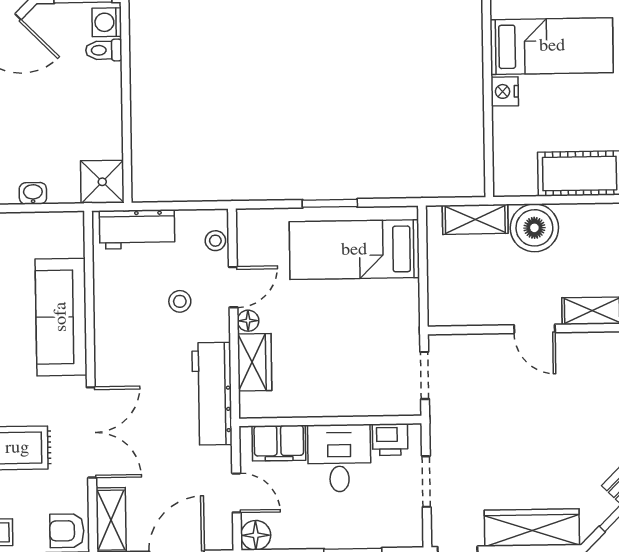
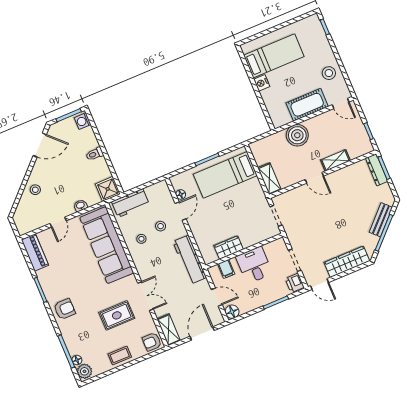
toilet: (104, 50) -> (95, 154), moved
shelving: (475, 219) -> (269, 179), moved, turned 90
stool: (215, 241) -> (141, 239), moved
sofa: (61, 317) -> (107, 245), width x1.36, depth x1.27
floor lamp: (248, 321) -> (181, 194), moved
wardrobe: (255, 362) -> (229, 248), moved, turned -90
double door: (91, 432) -> (146, 296), width x0.73
printer: (390, 440) -> (295, 283), moved, turned 90
filing cabinet: (279, 443) -> (226, 269), width x0.50

